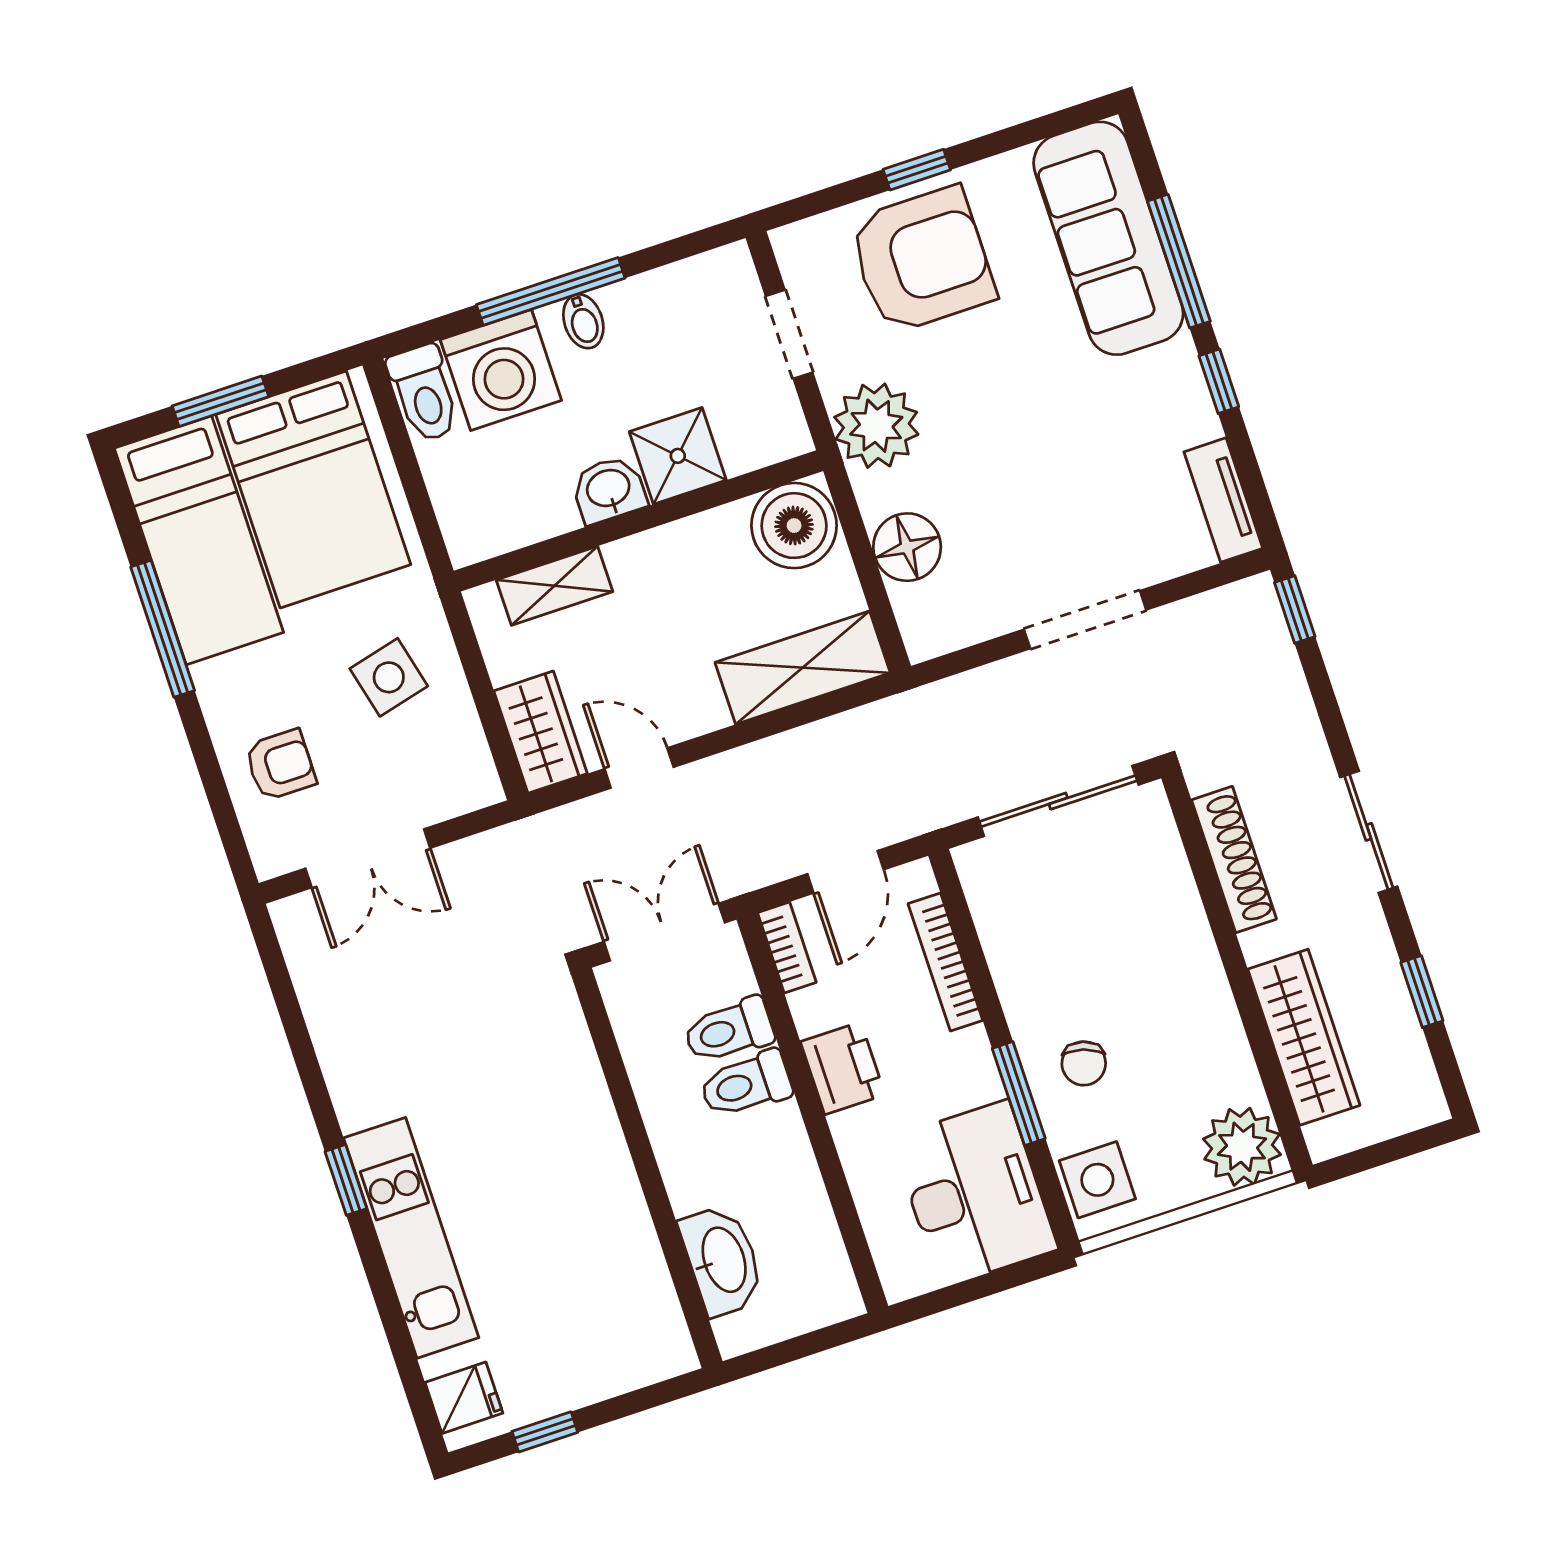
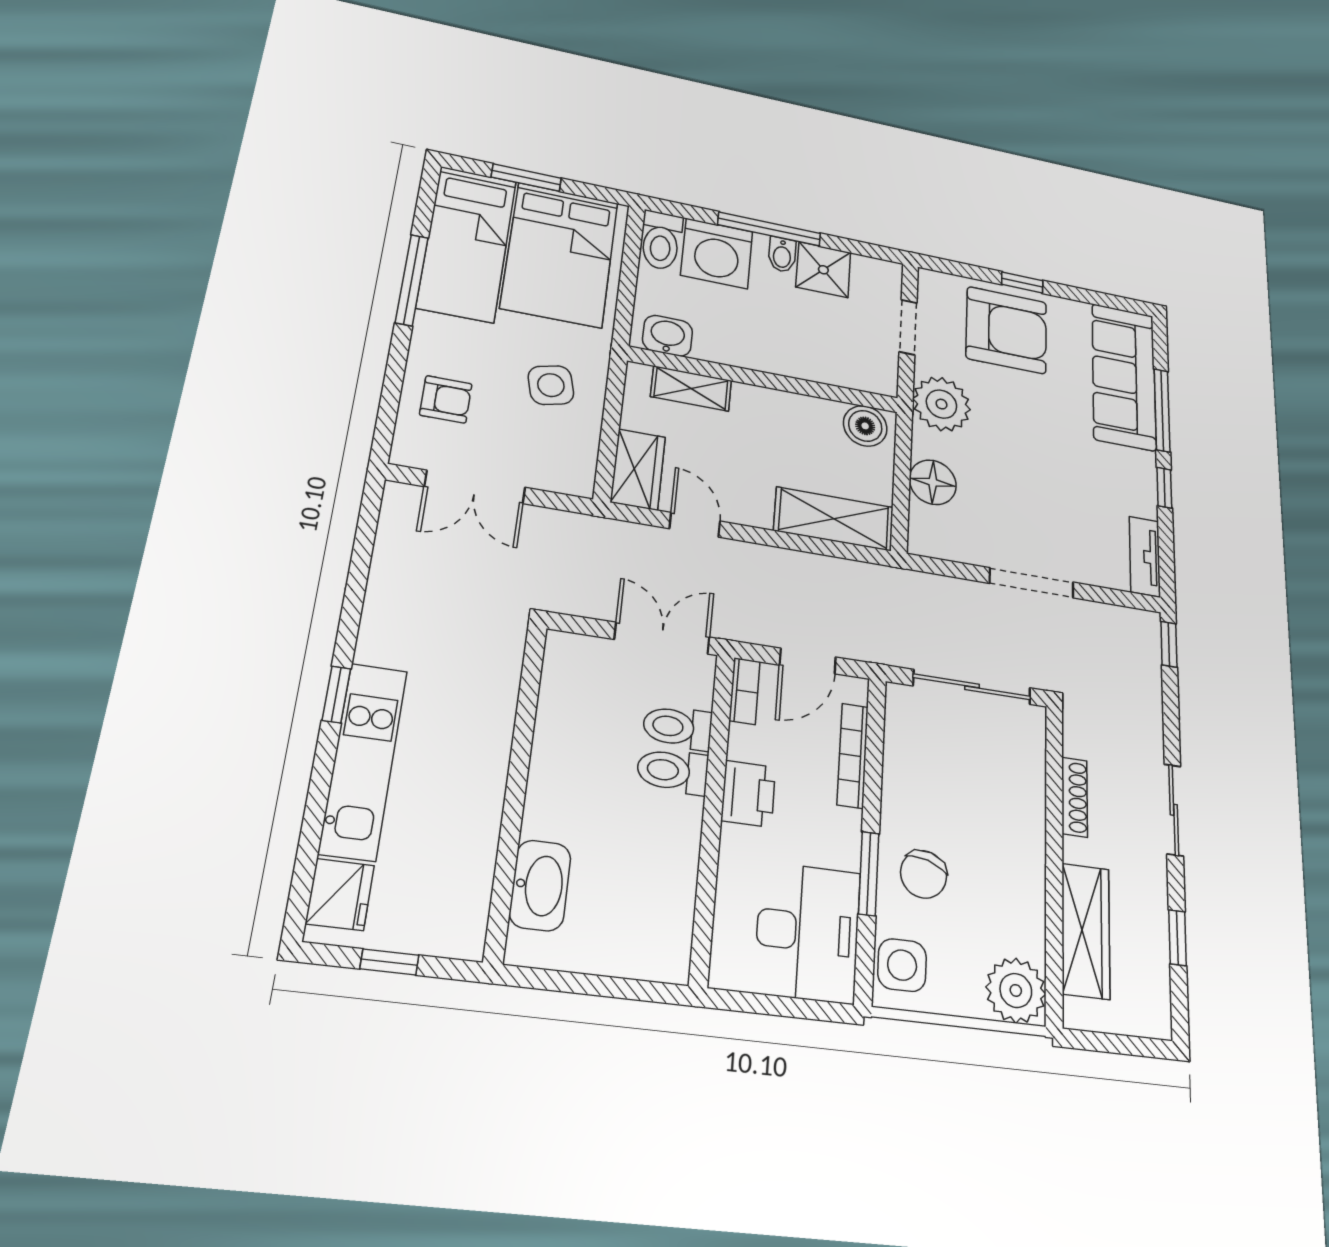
shower: (678, 456) -> (823, 270), moved
washbasin: (609, 490) -> (668, 336), moved
boiler: (794, 526) -> (865, 426), width x0.73, depth x0.73
shoe rack: (1234, 860) -> (1075, 797), width x0.74, depth x0.81
chair: (1084, 1063) -> (924, 874), width x1.37, depth x1.37
wall: (647, 1168) -> (516, 788), moved
washbasin: (722, 1260) -> (540, 885), moved
fridge: (464, 1398) -> (340, 895), width x1.38

